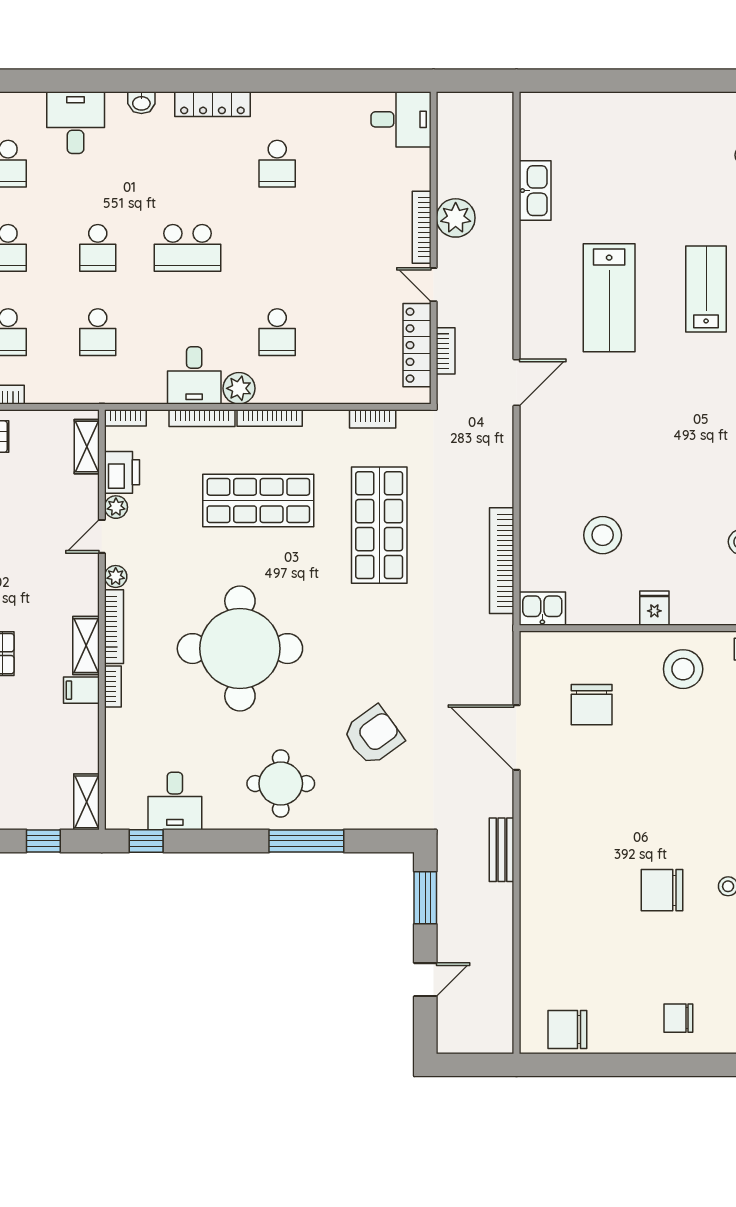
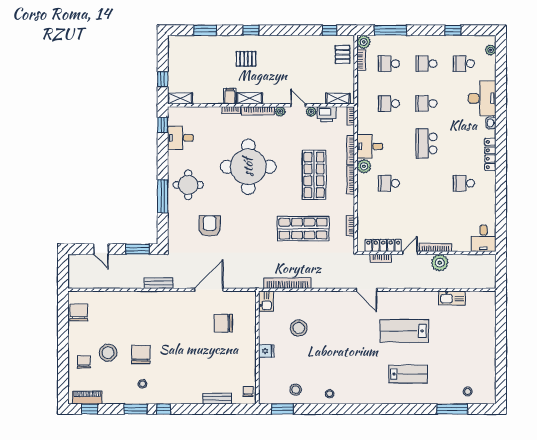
desk: (76, 123) -> (482, 98), width x1.37
stool: (683, 669) -> (108, 353), moved
armchair: (373, 735) -> (210, 226), turned -143

